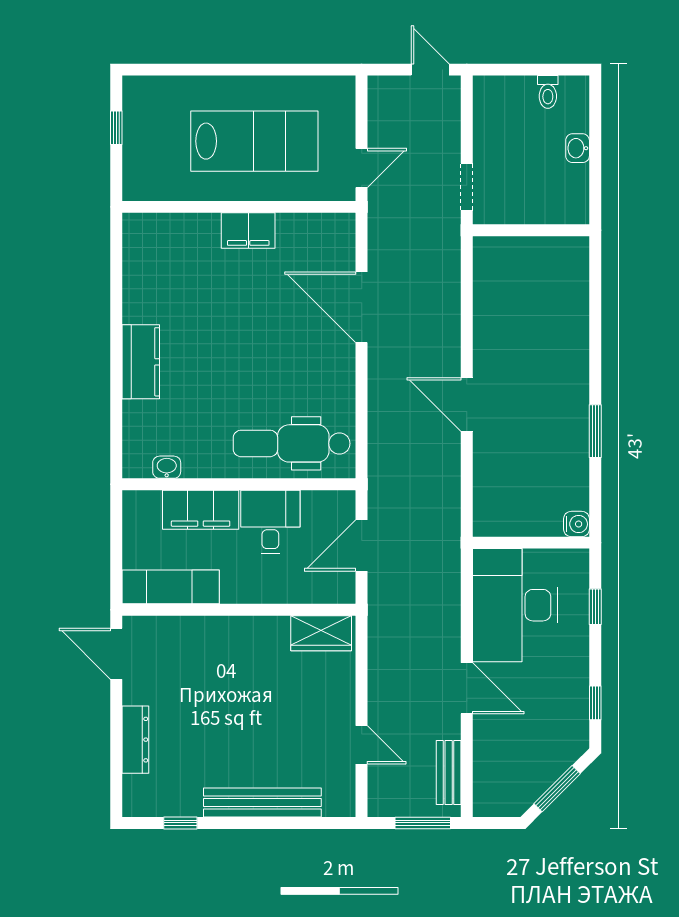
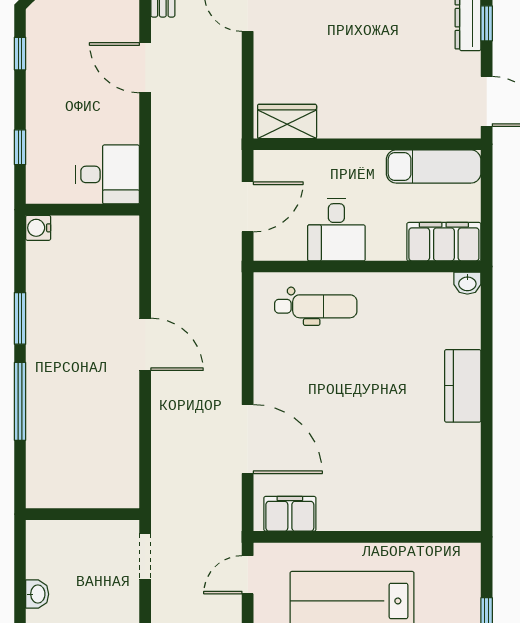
filing cabinet: (248, 231) -> (290, 514), moved
window: (595, 346) -> (20, 401), added
dental chair: (292, 443) -> (316, 306), width x0.73, depth x0.72
washbasin: (167, 467) -> (467, 283), moved
filing cabinet: (201, 510) -> (444, 242), moved
desk: (515, 605) -> (108, 174), width x0.53, depth x0.77
window: (116, 734) -> (487, 23), added

